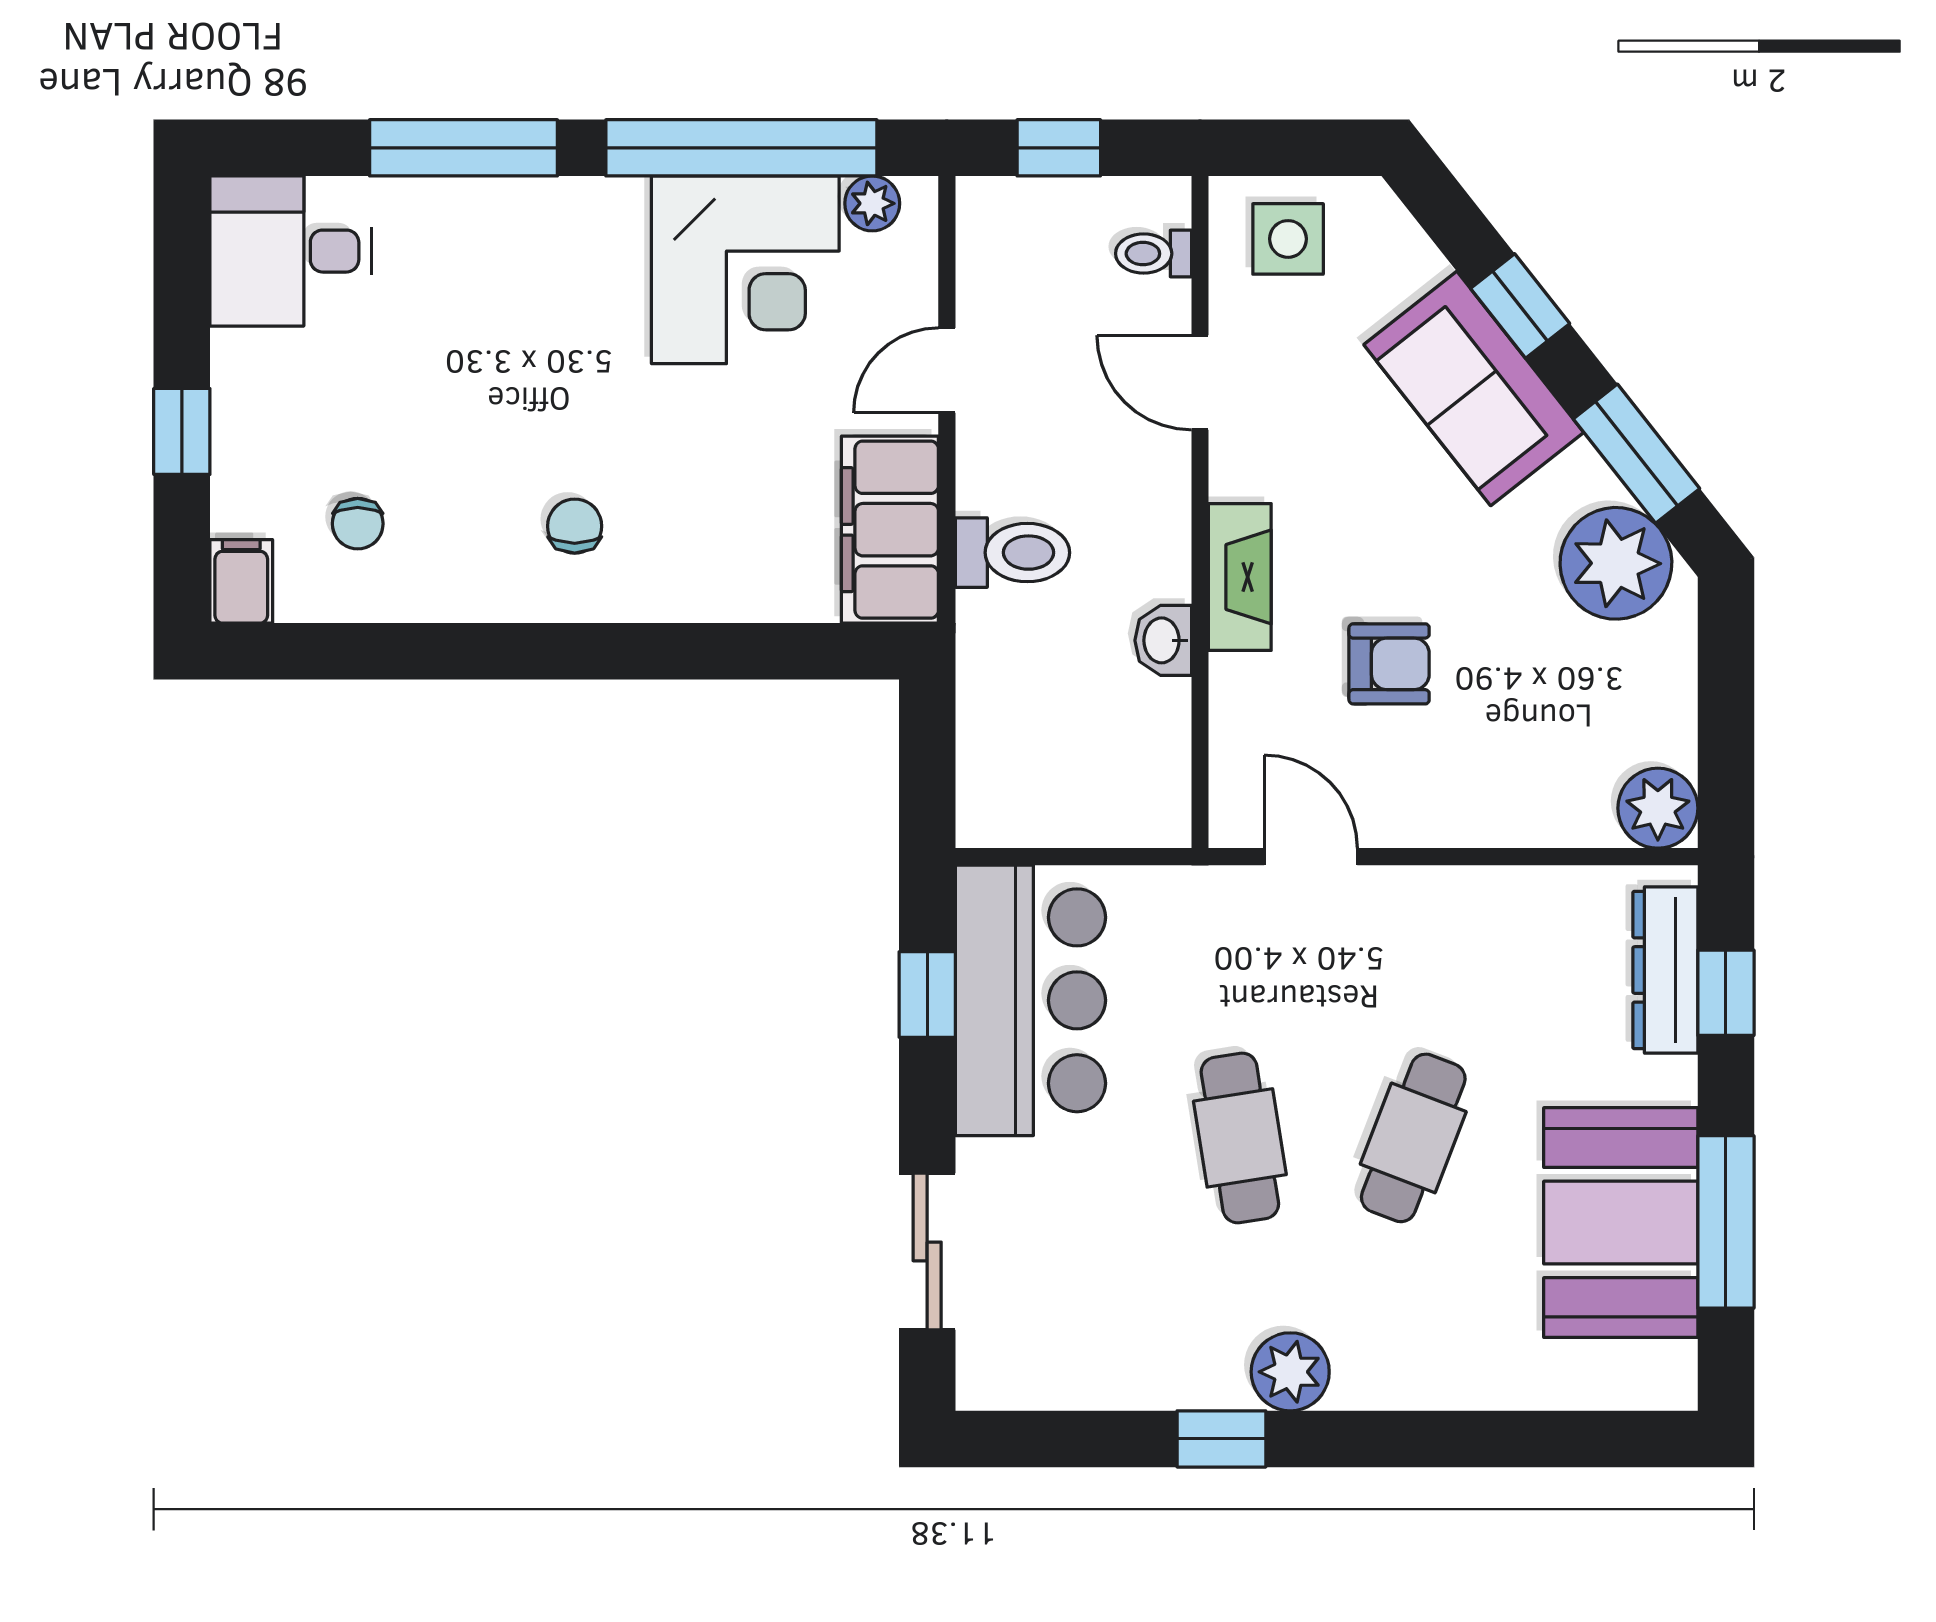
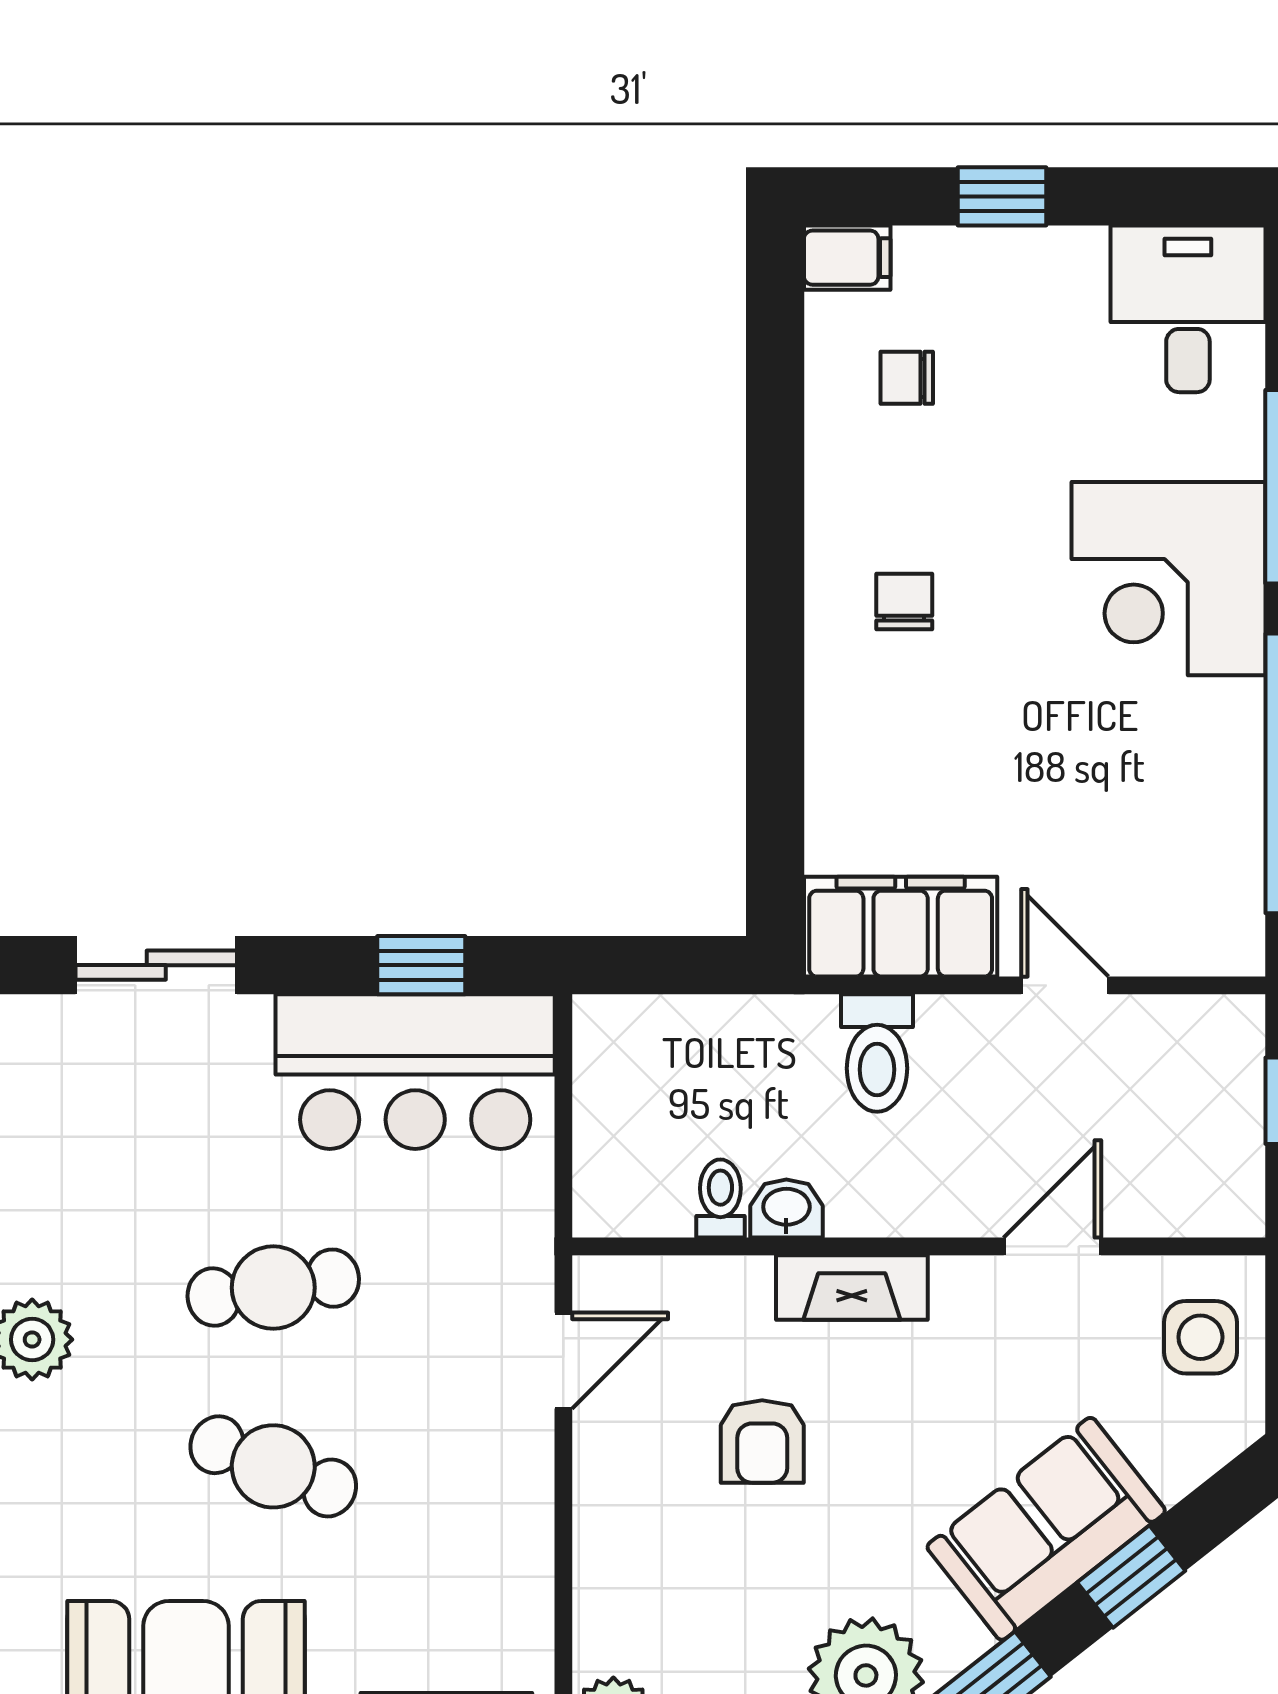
plant: (872, 203) -> (1237, 908), removed
toilet: (1154, 254) -> (720, 1199), moved
corner desk: (745, 270) -> (1169, 579), moved
chair: (575, 526) -> (904, 602), turned -90

